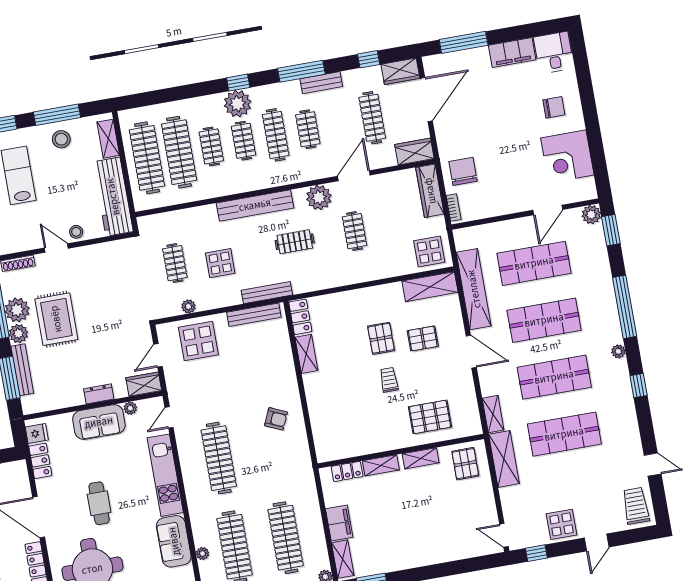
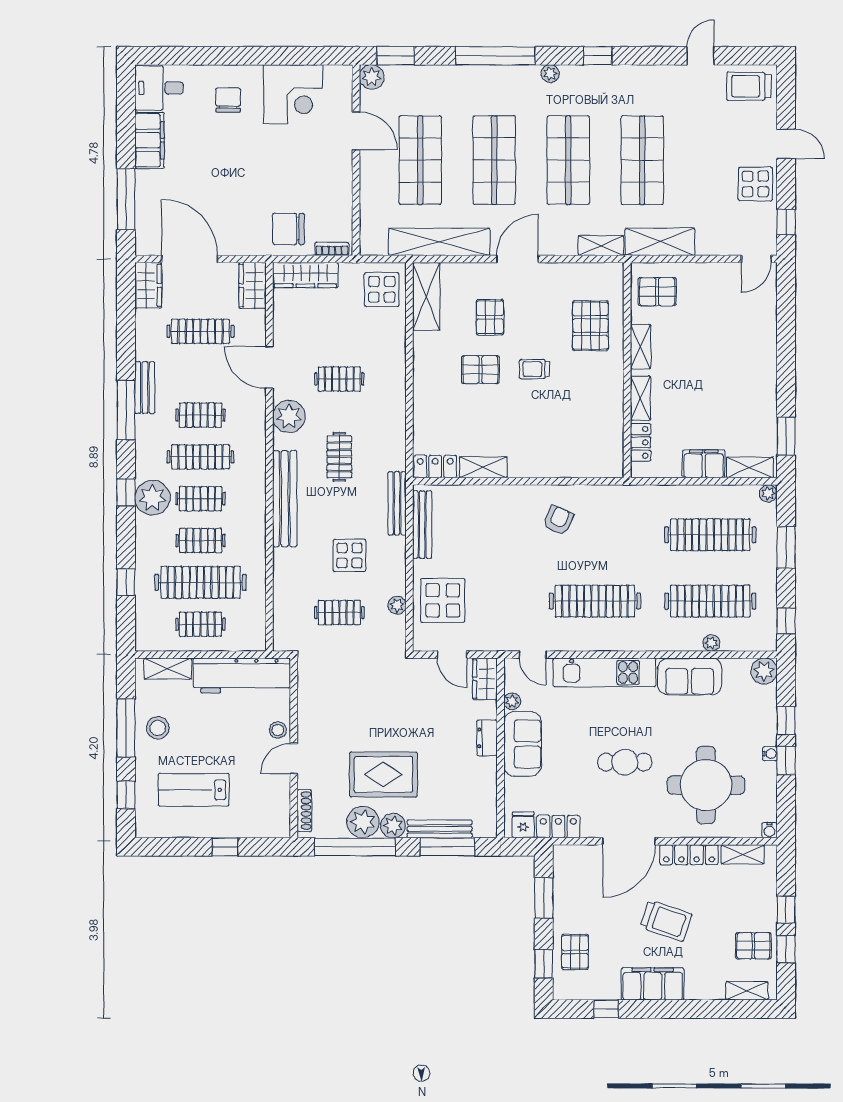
window: (369, 59) -> (126, 582), moved
clothes rail: (147, 158) -> (200, 624), width x0.54, depth x0.76

